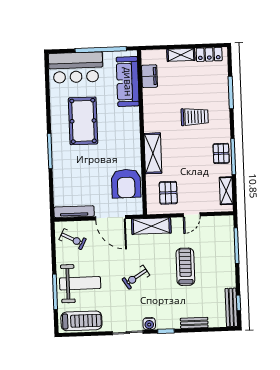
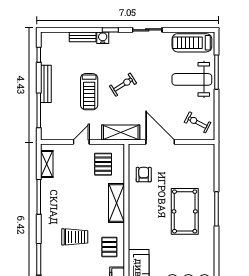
trolley: (195, 117) -> (75, 237), turned 180
pool table: (83, 121) -> (185, 211), moved
pallet: (221, 153) -> (109, 247), moved
armchair: (126, 184) -> (144, 175), width x0.53, depth x0.53
tv unit: (74, 212) -> (195, 149), removed
exercise bike: (136, 277) -> (123, 85), moved
bench: (231, 307) -> (46, 84), moved
water cooler: (149, 324) -> (103, 38), moved

